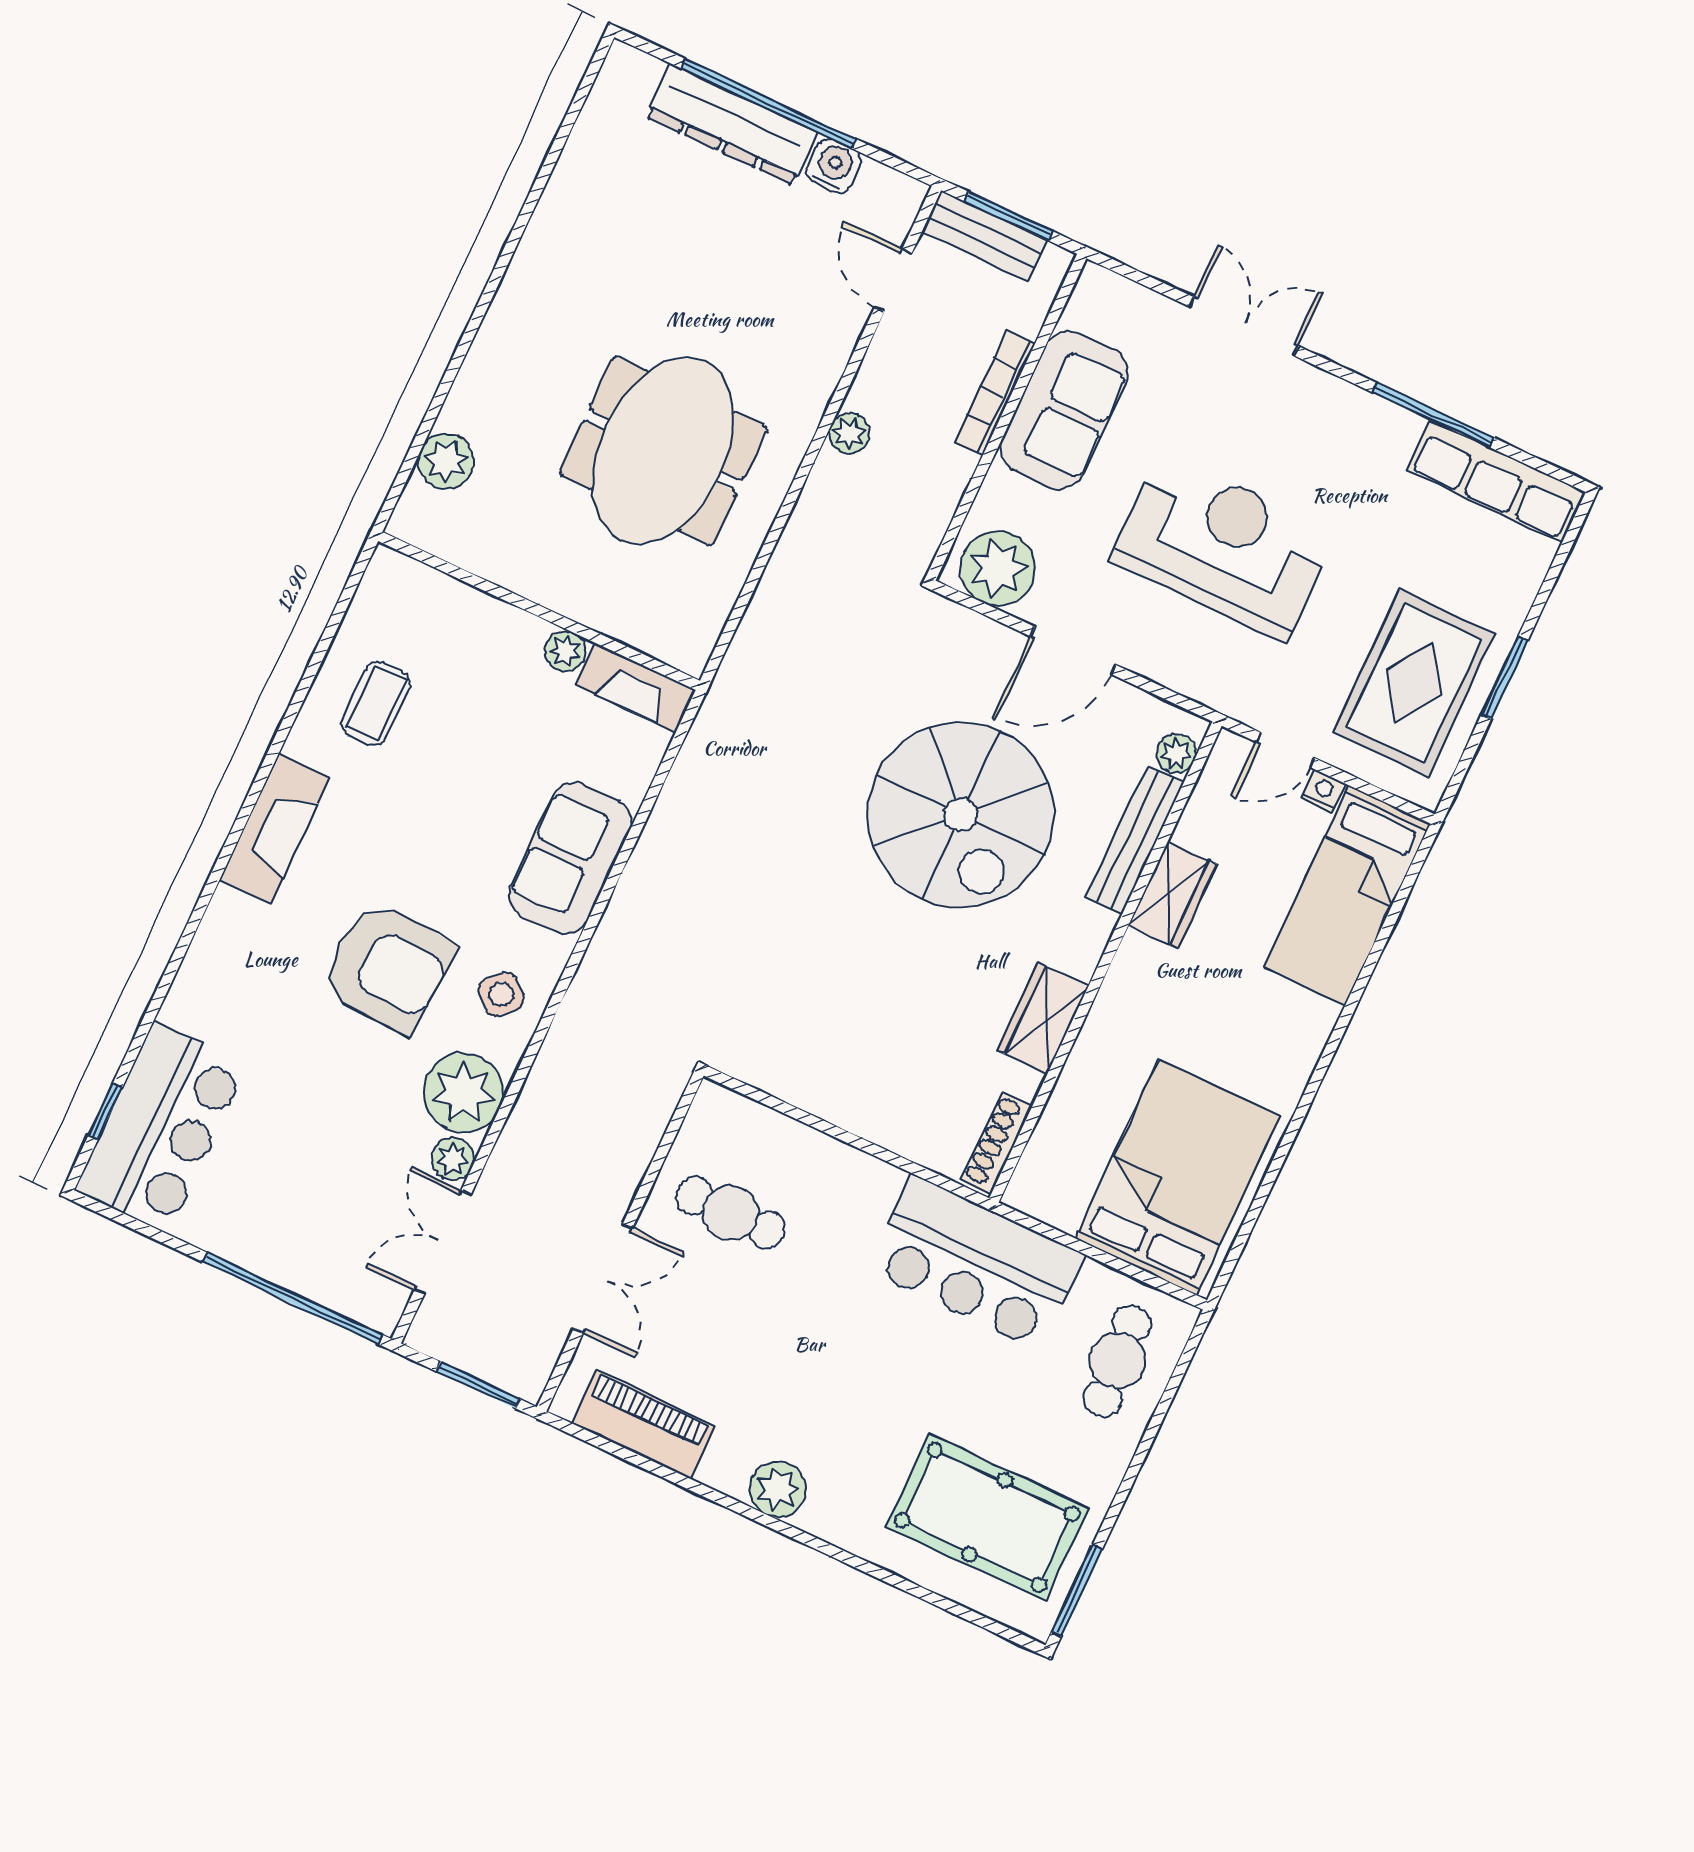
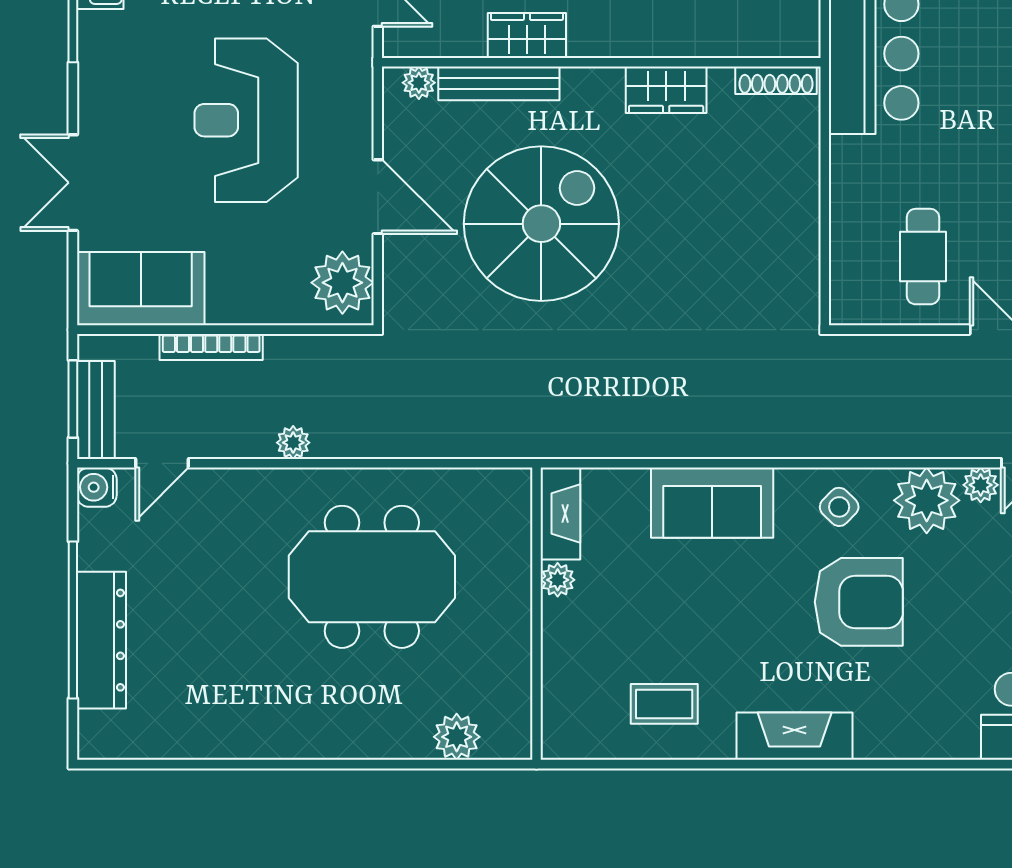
water cooler: (834, 166) -> (97, 487), moved
sofa: (1064, 410) -> (141, 289), moved
armchair: (388, 967) -> (859, 602), turned 87

